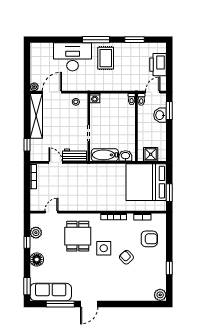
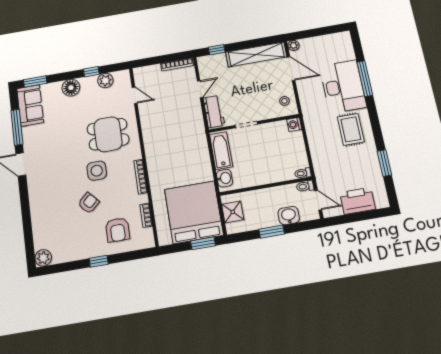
window: (96, 40) -> (365, 79), moved
rug: (106, 58) -> (351, 129), turned 90
window: (169, 110) -> (272, 232), moved
window: (169, 193) -> (203, 243), moved
window: (169, 268) -> (99, 261), moved
sofa: (51, 292) -> (30, 106), width x0.73

